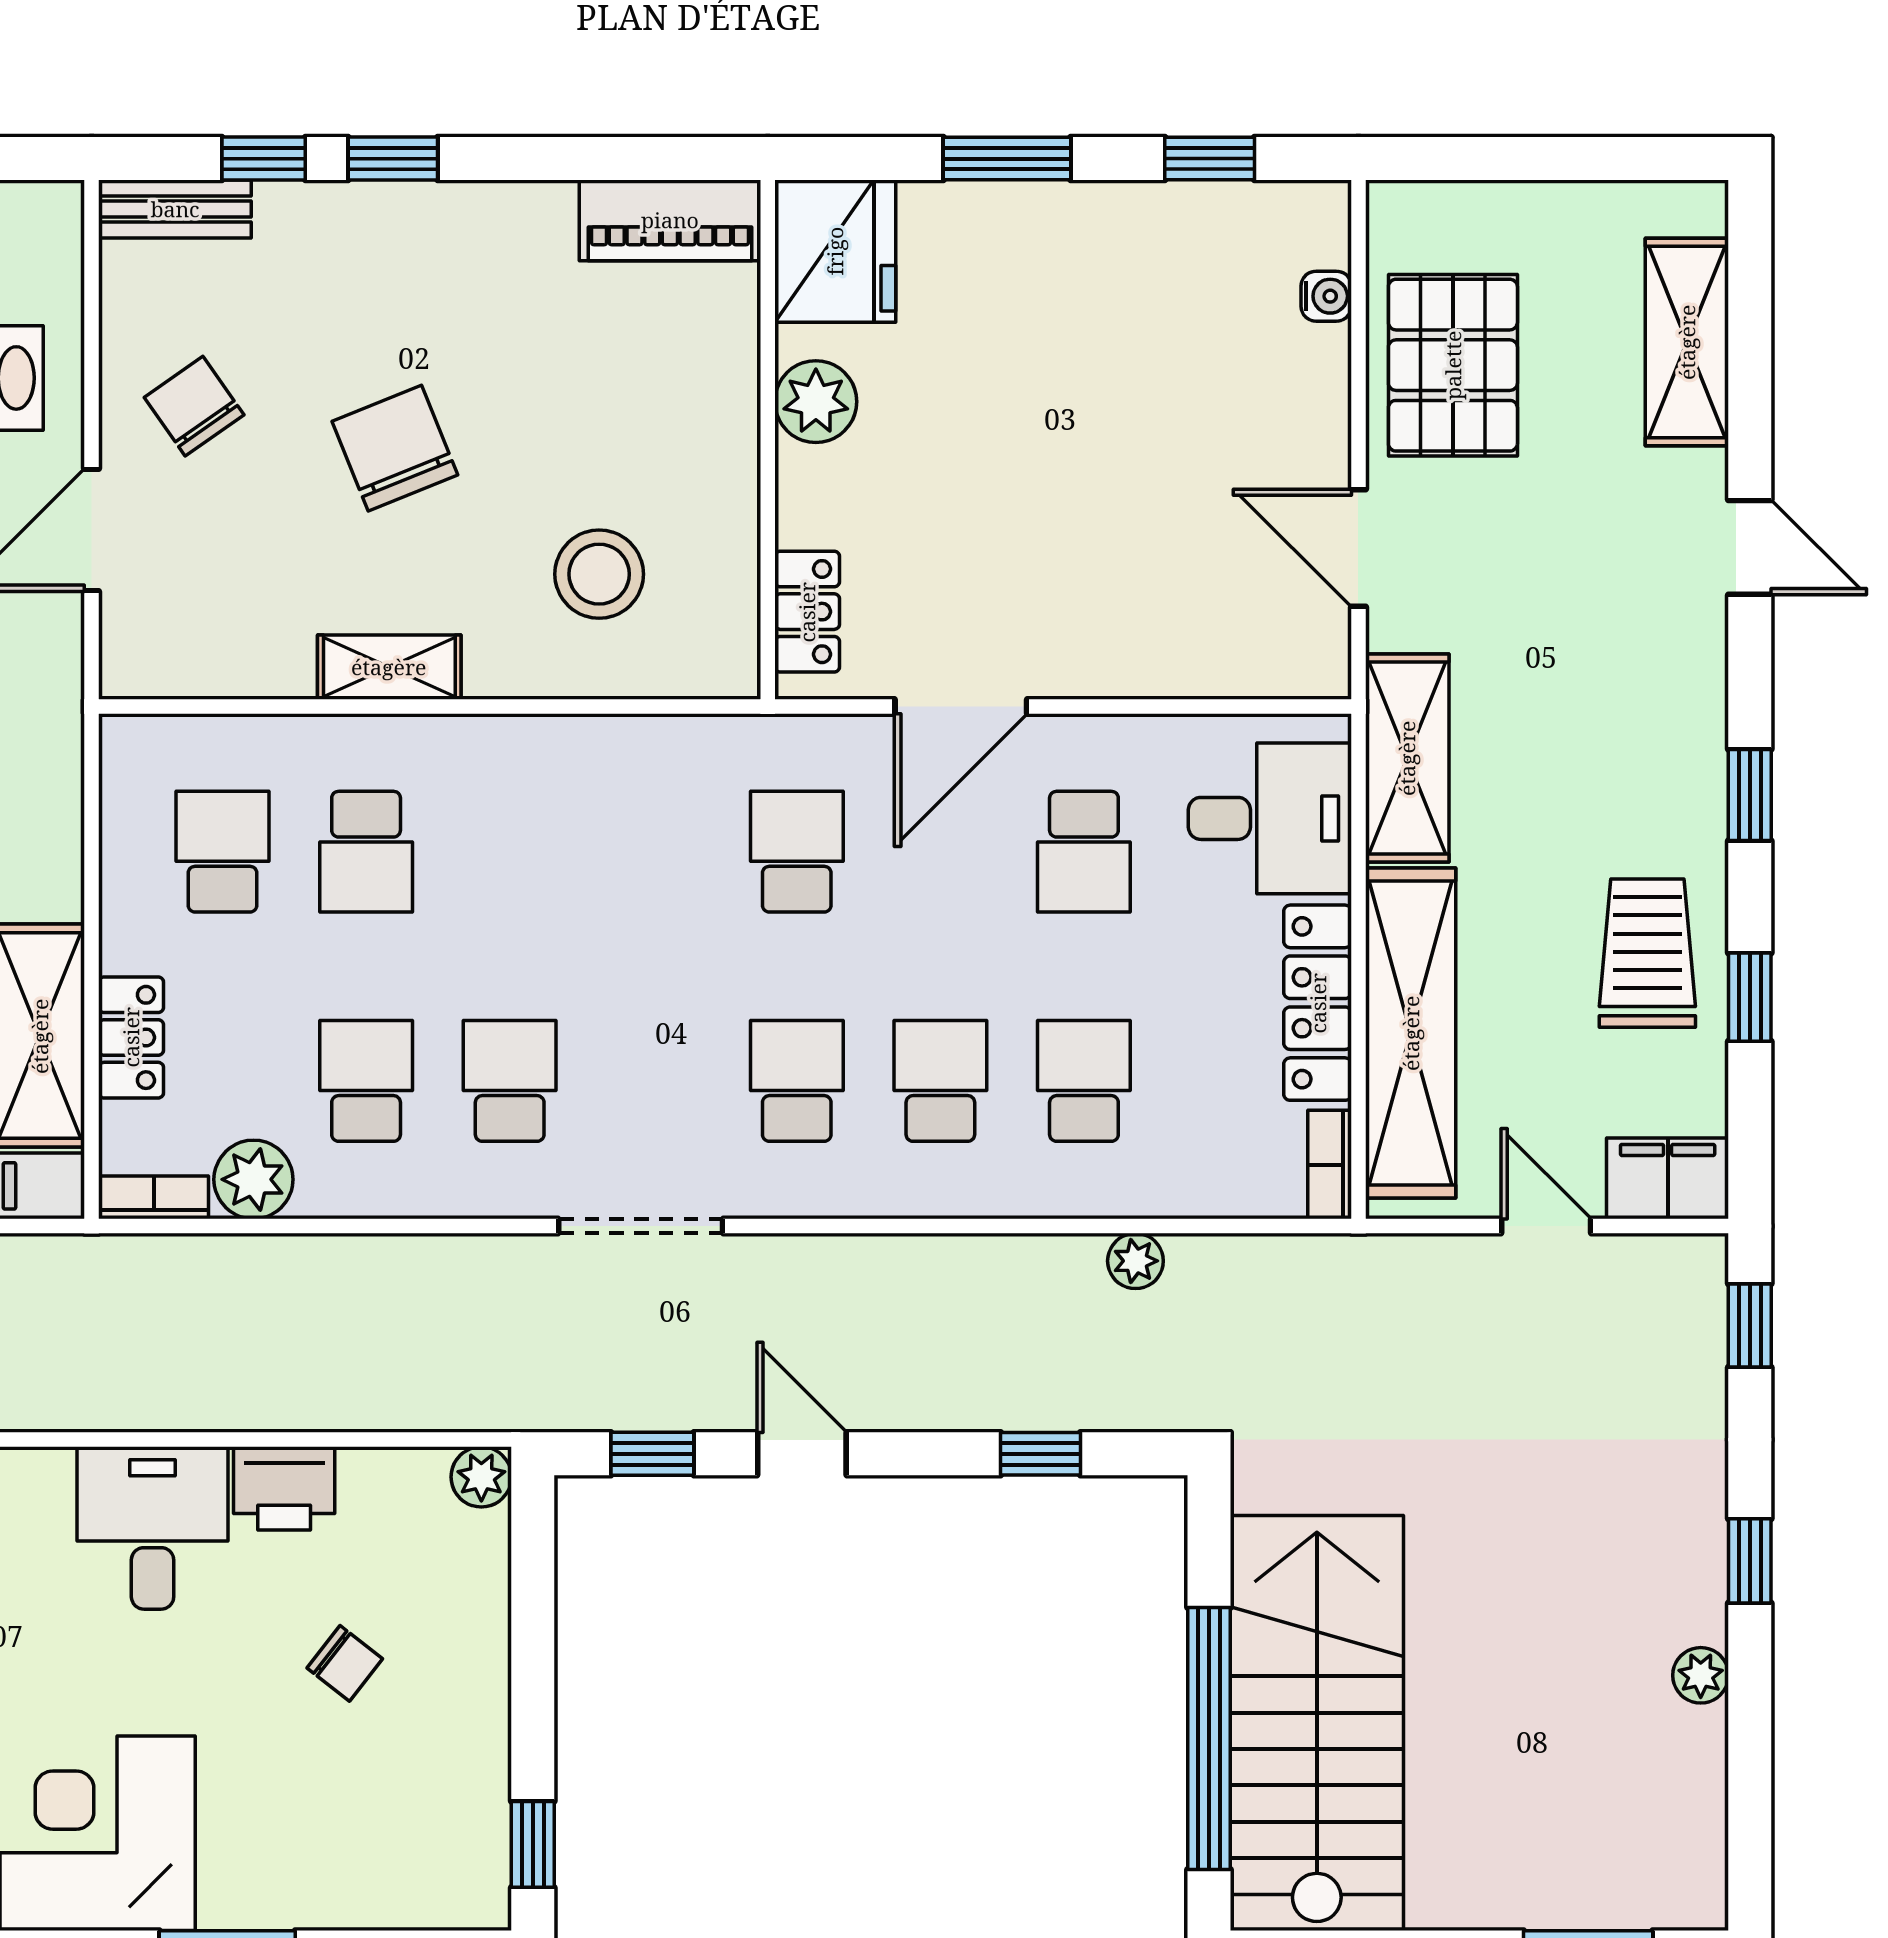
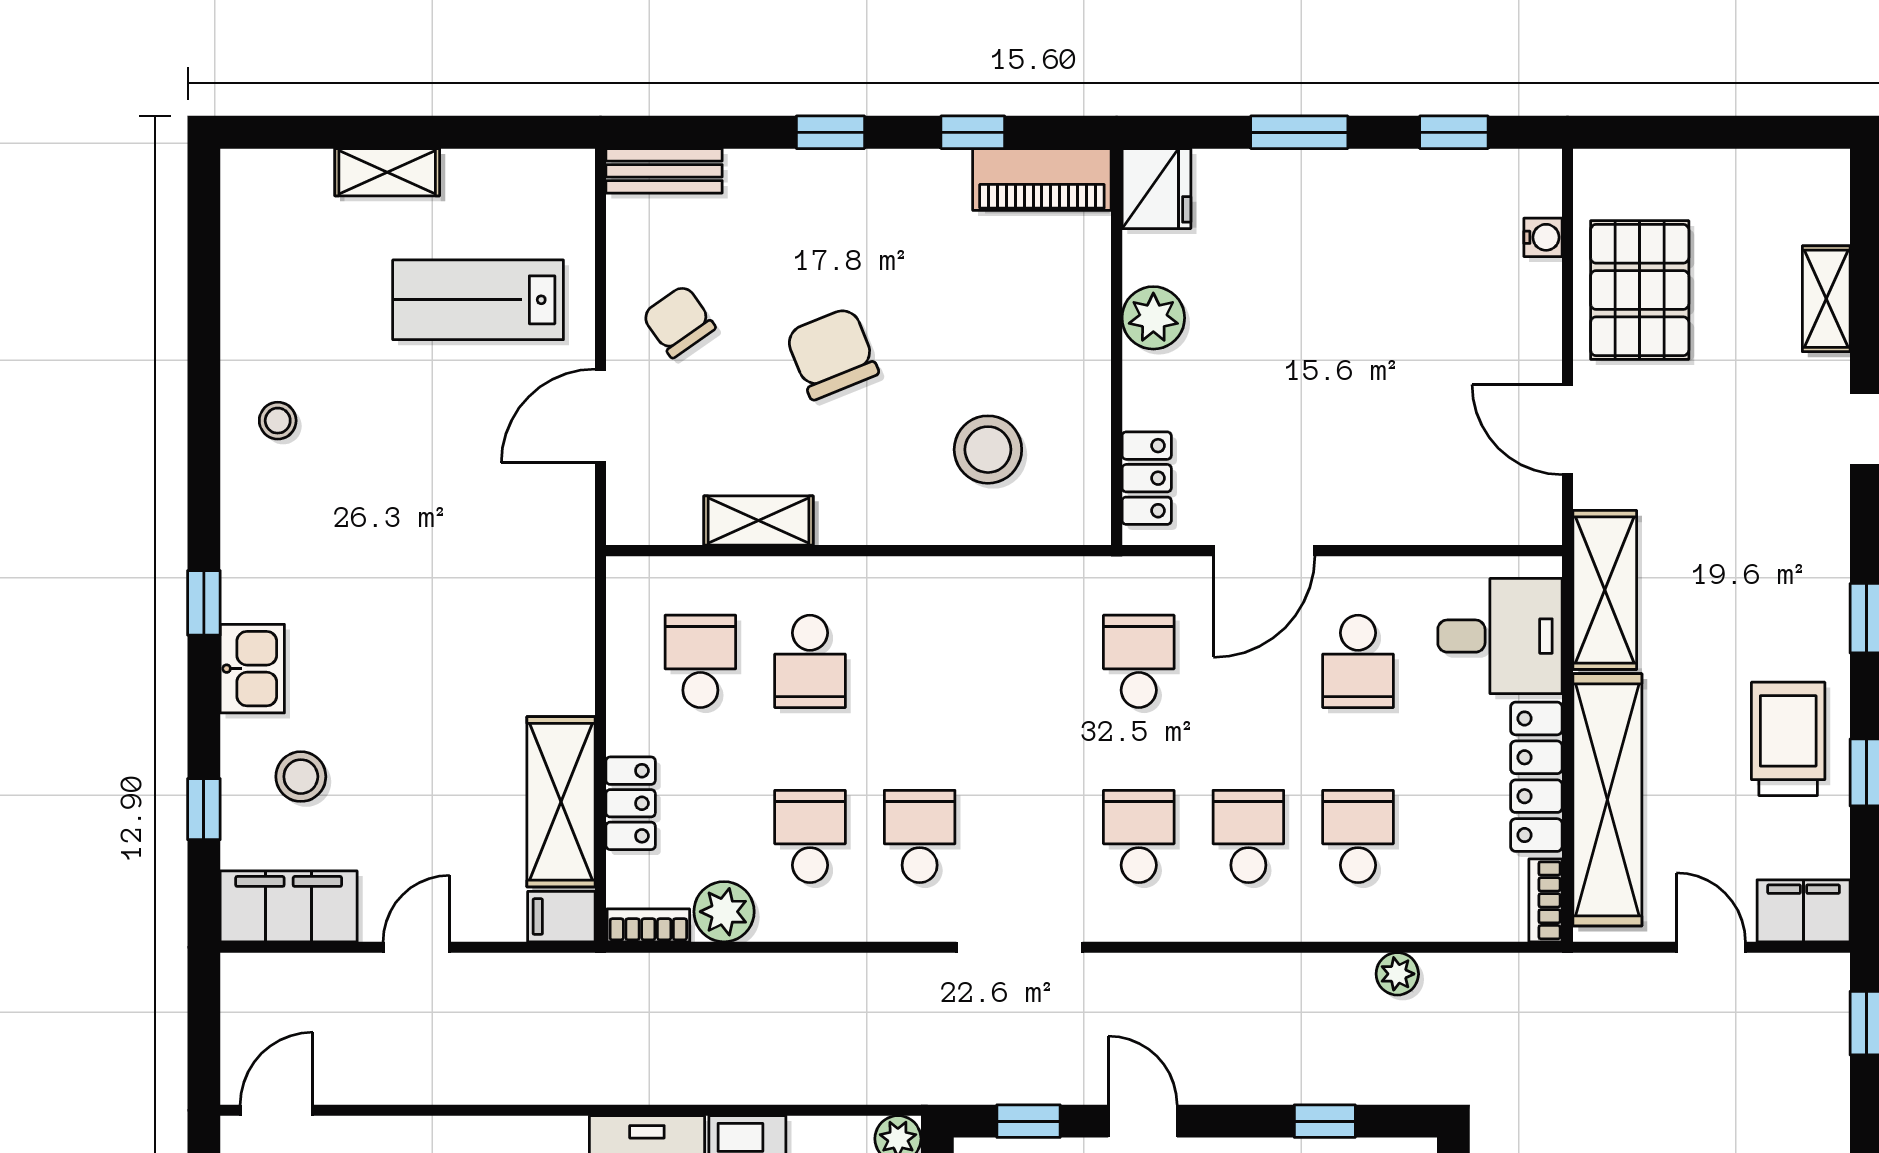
window: (264, 159) -> (973, 132), moved
fridge: (835, 251) -> (1156, 189), width x0.73, depth x0.75
shelving: (1687, 342) -> (1826, 299), width x0.67, depth x0.75
shelving: (389, 667) -> (759, 521), moved

